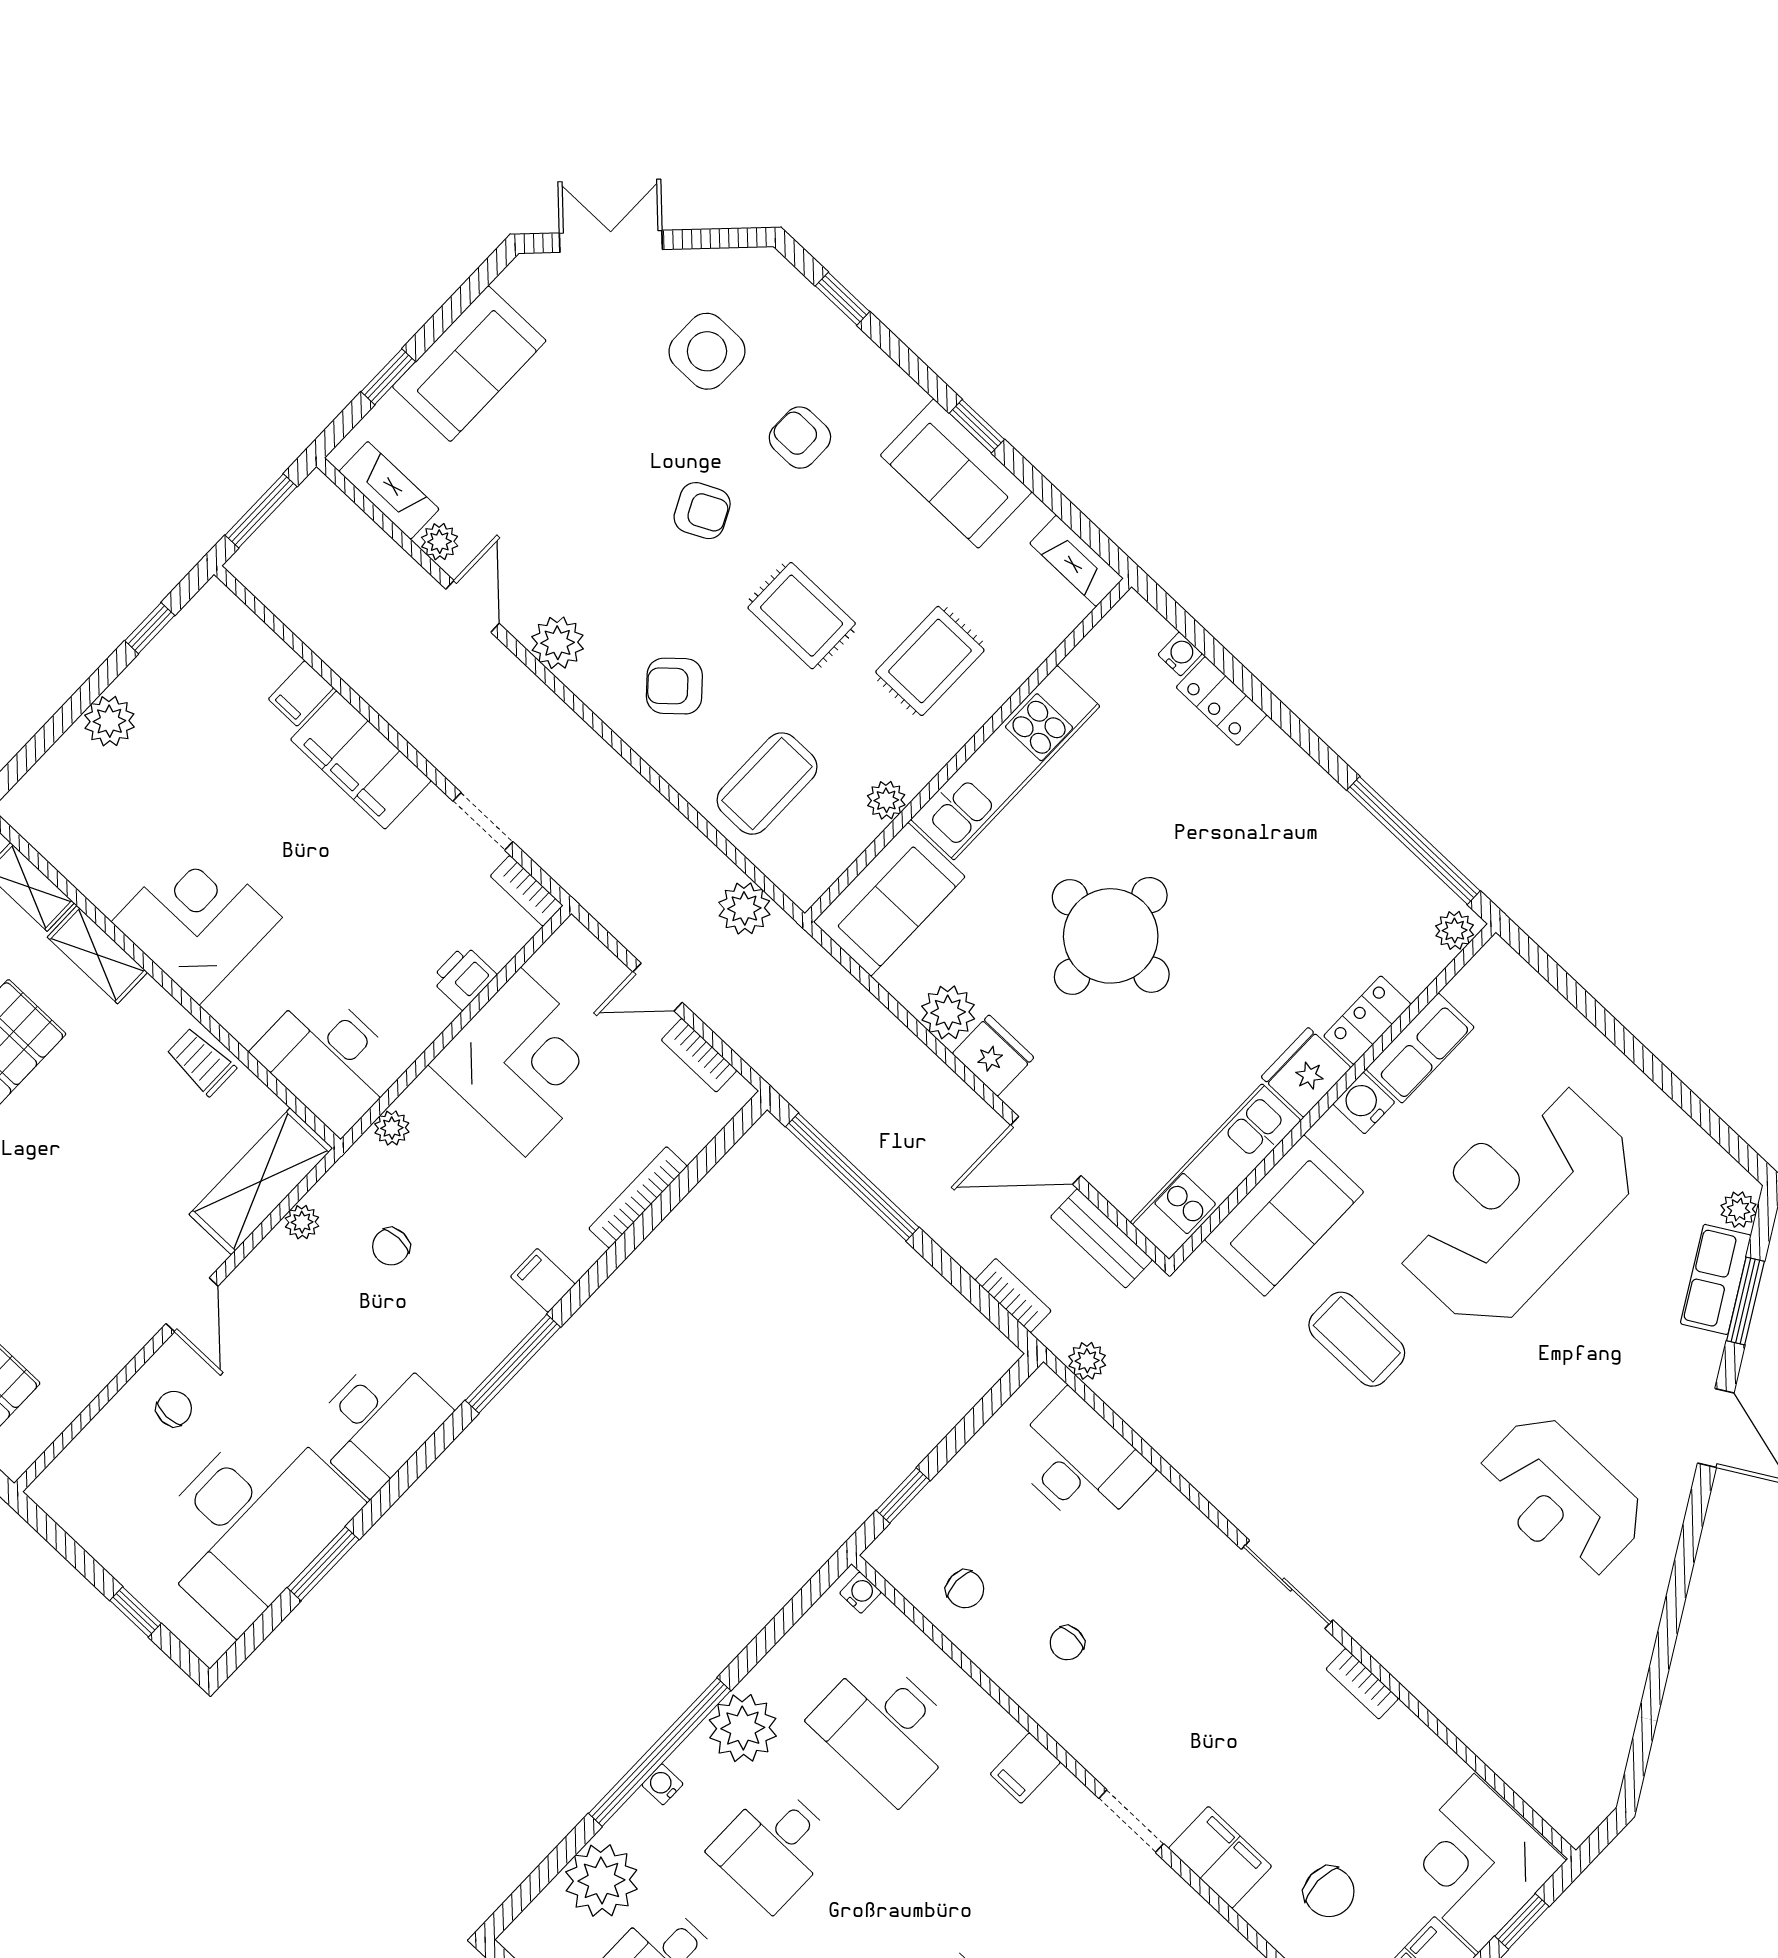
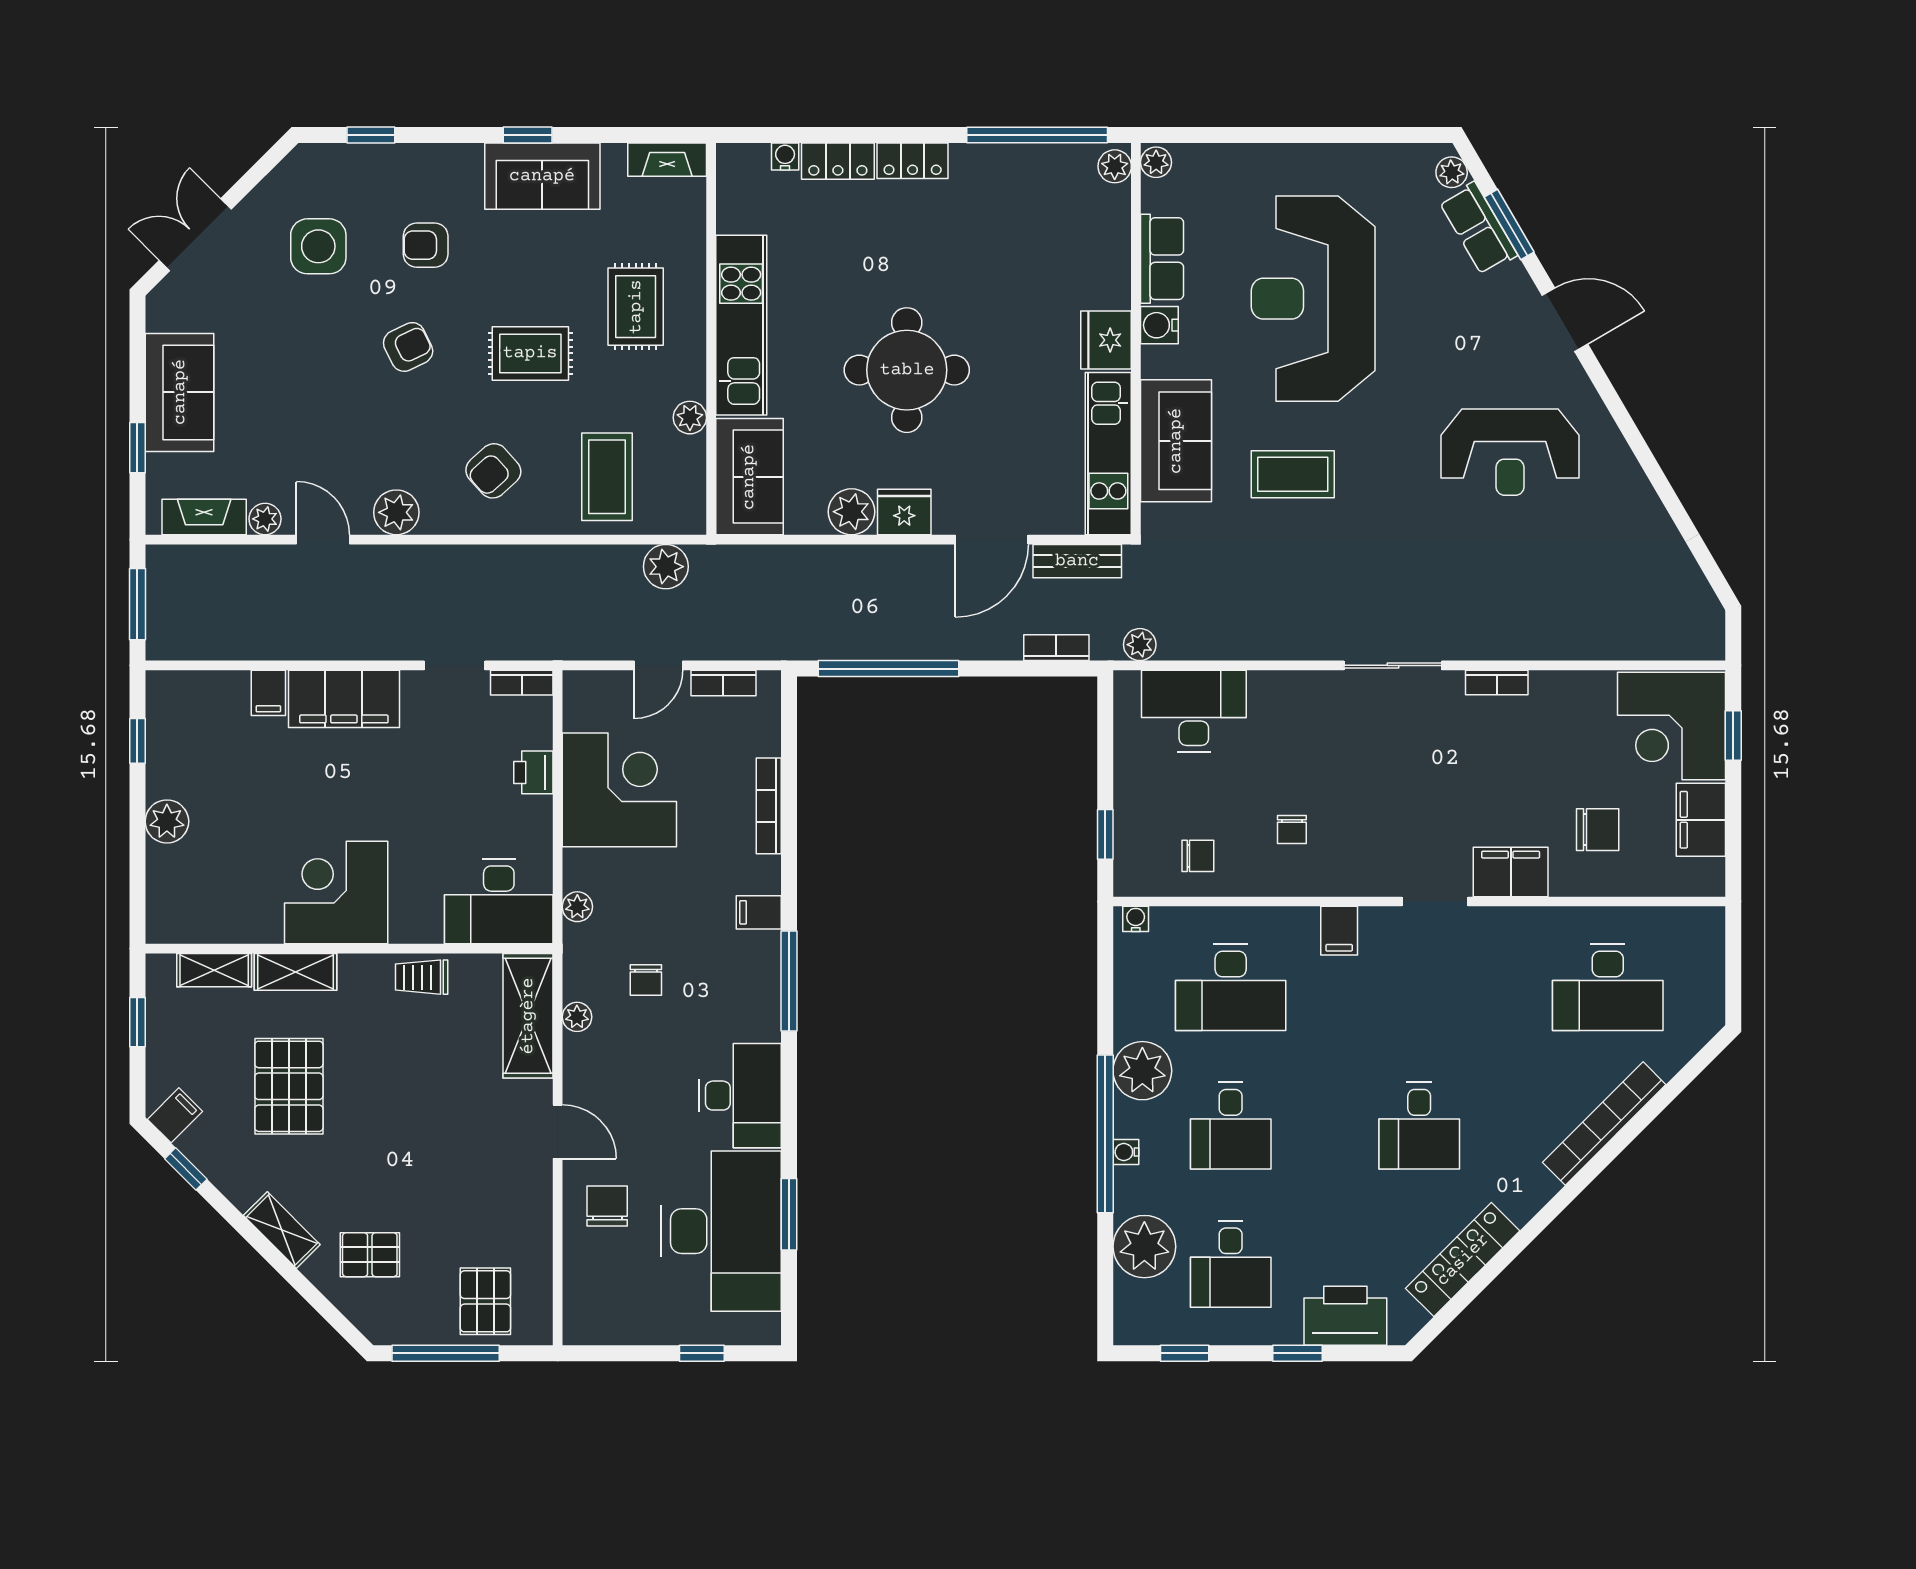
plant: (1493, 961) -> (1156, 162), added
locker: (1367, 1020) -> (913, 161), moved, turned -90
chair: (174, 1409) -> (607, 1206), width x1.37, depth x1.37

